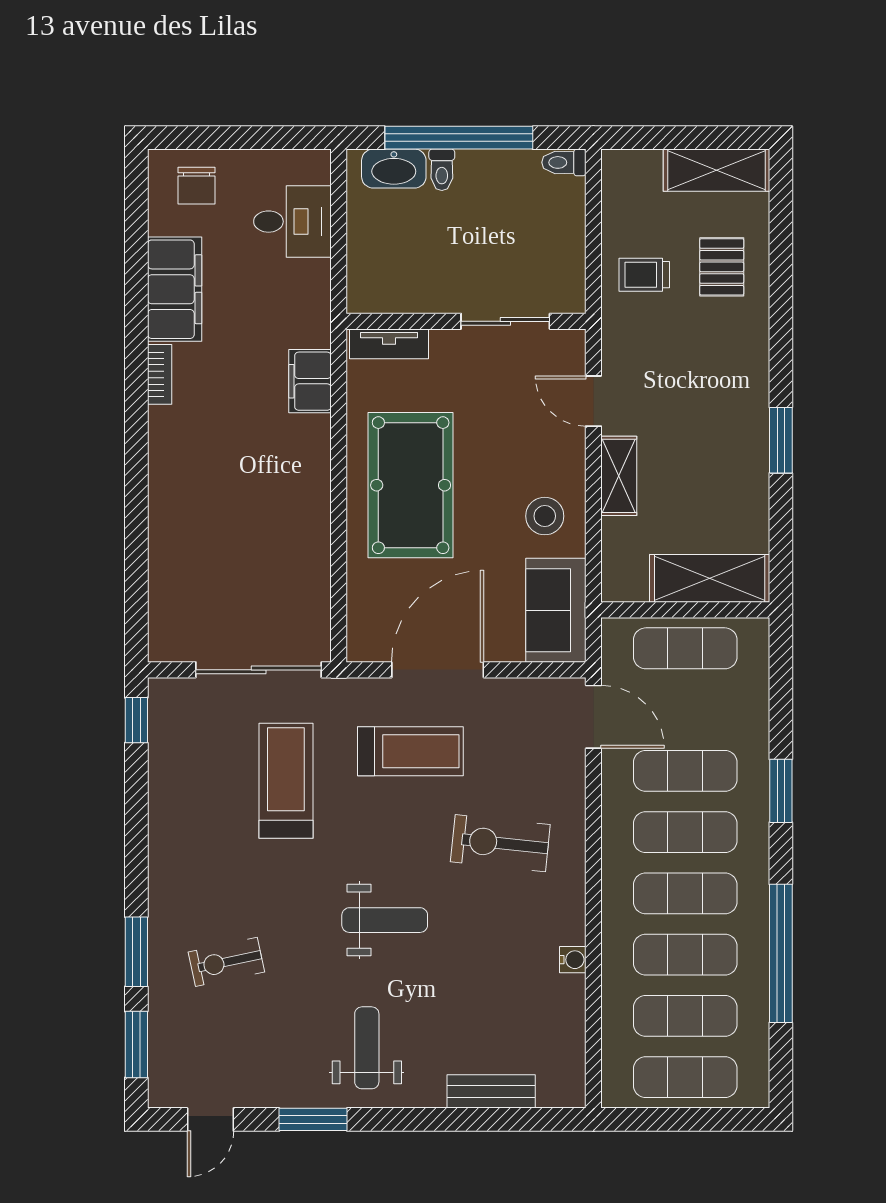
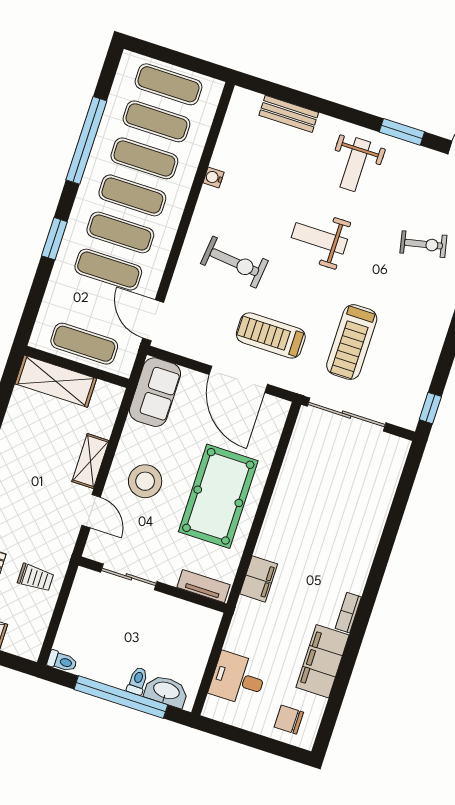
chair: (197, 186) -> (289, 720), turned -90
stool: (545, 516) -> (145, 481), moved, width x1.38, depth x1.38
door: (438, 670) -> (238, 379), hinge flipped

